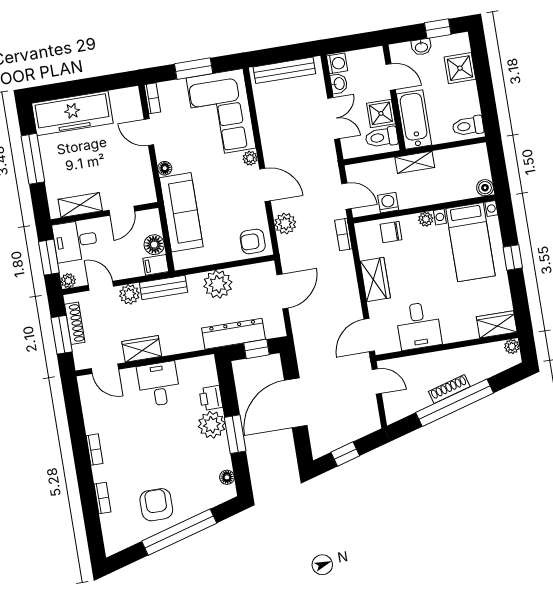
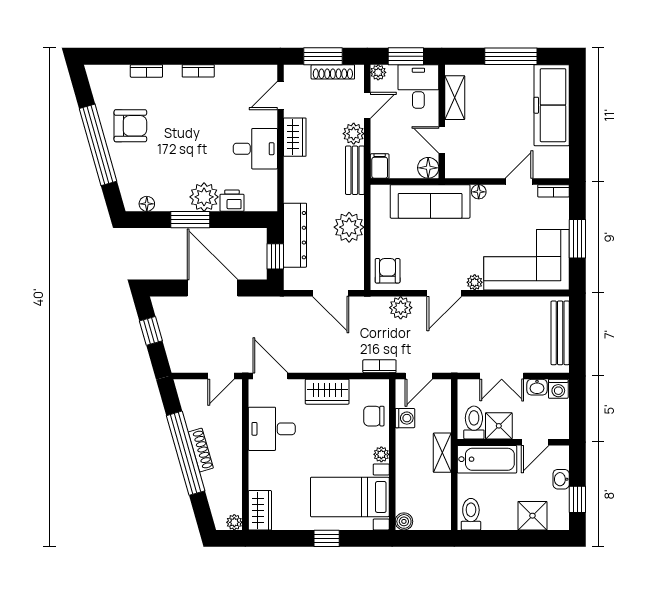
chair: (391, 232) -> (374, 416), turned -90
floor lamp: (154, 245) -> (428, 168), moved

